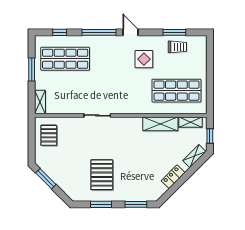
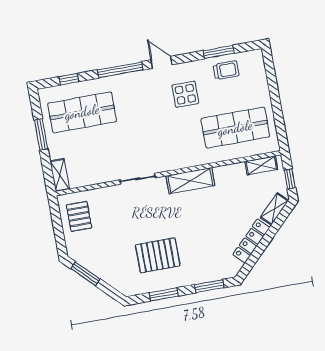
shelving: (160, 124) -> (190, 181), moved
pallet: (102, 175) -> (158, 255), turned 90
locker: (173, 177) -> (251, 241), width x1.53

